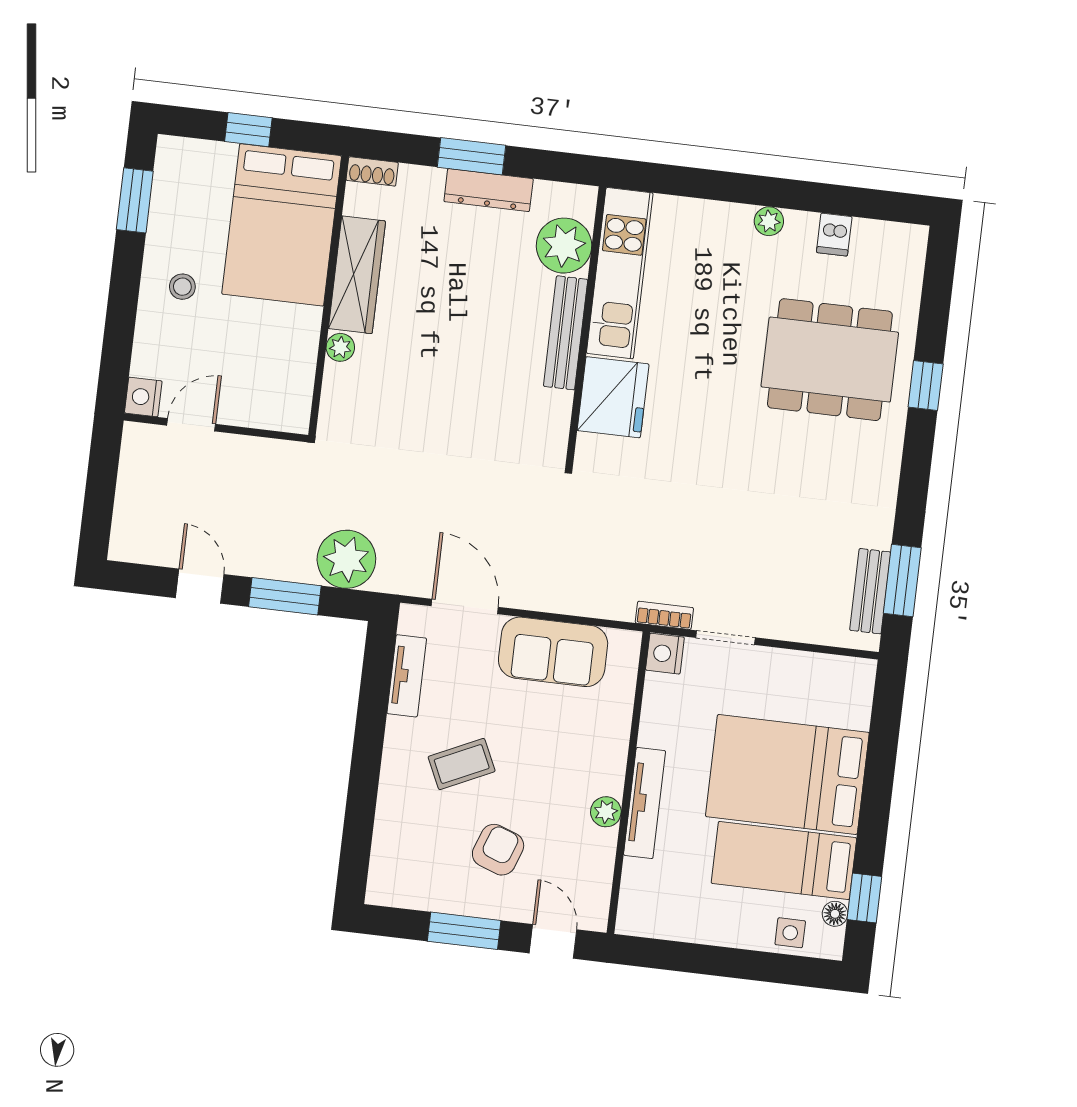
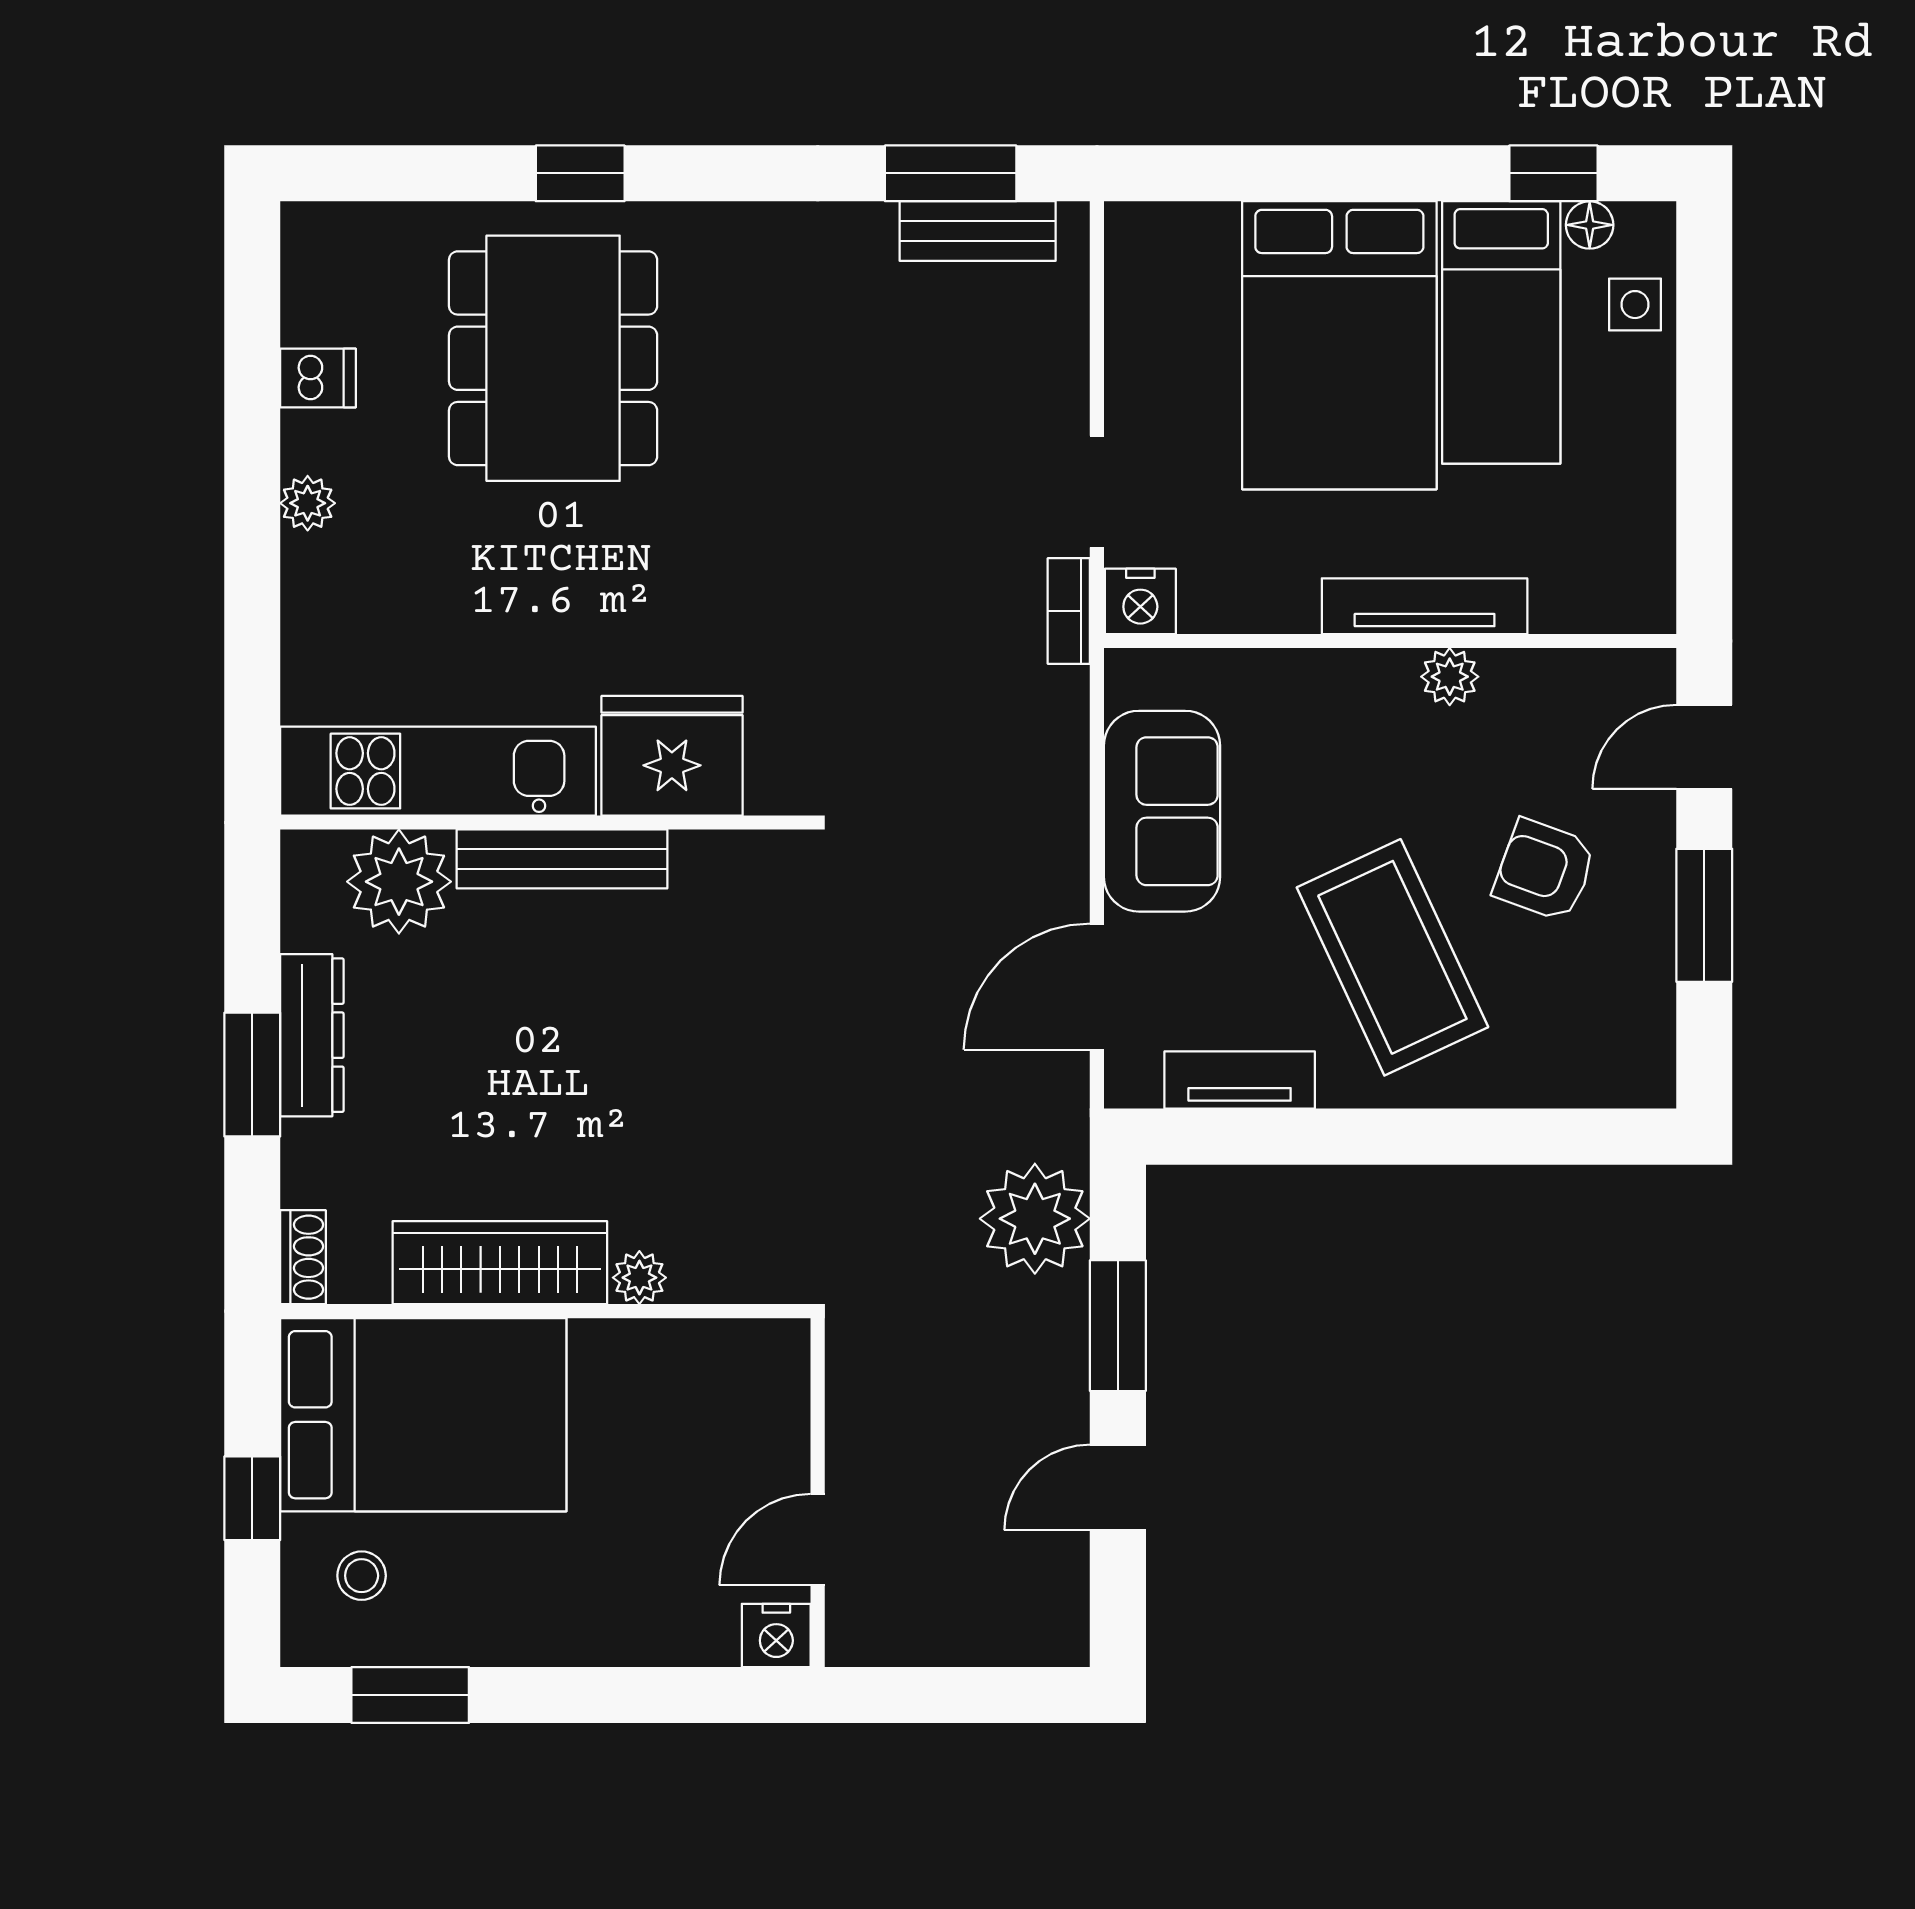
stool: (182, 287) -> (362, 1576), moved
door: (191, 425) -> (818, 1540), hinge flipped
coffee table: (462, 764) -> (1392, 957), width x1.86, depth x1.72

